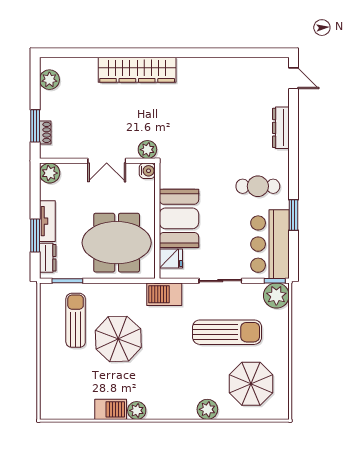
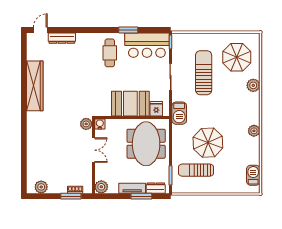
wardrobe: (137, 70) -> (35, 86), moved
dresser: (281, 128) -> (62, 38), moved
plant: (276, 296) -> (180, 41), removed
barbecue: (111, 409) -> (253, 175), moved

